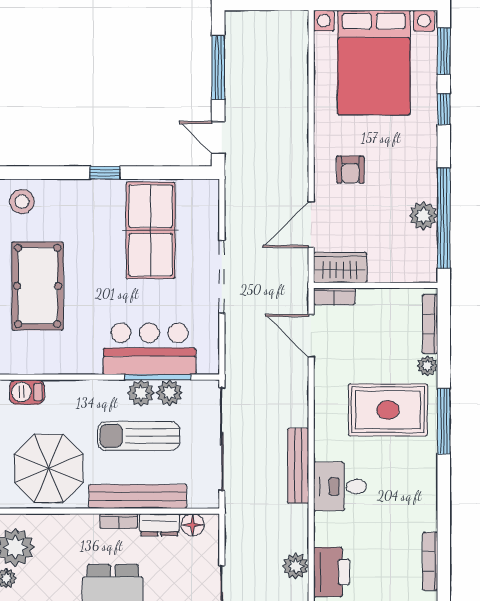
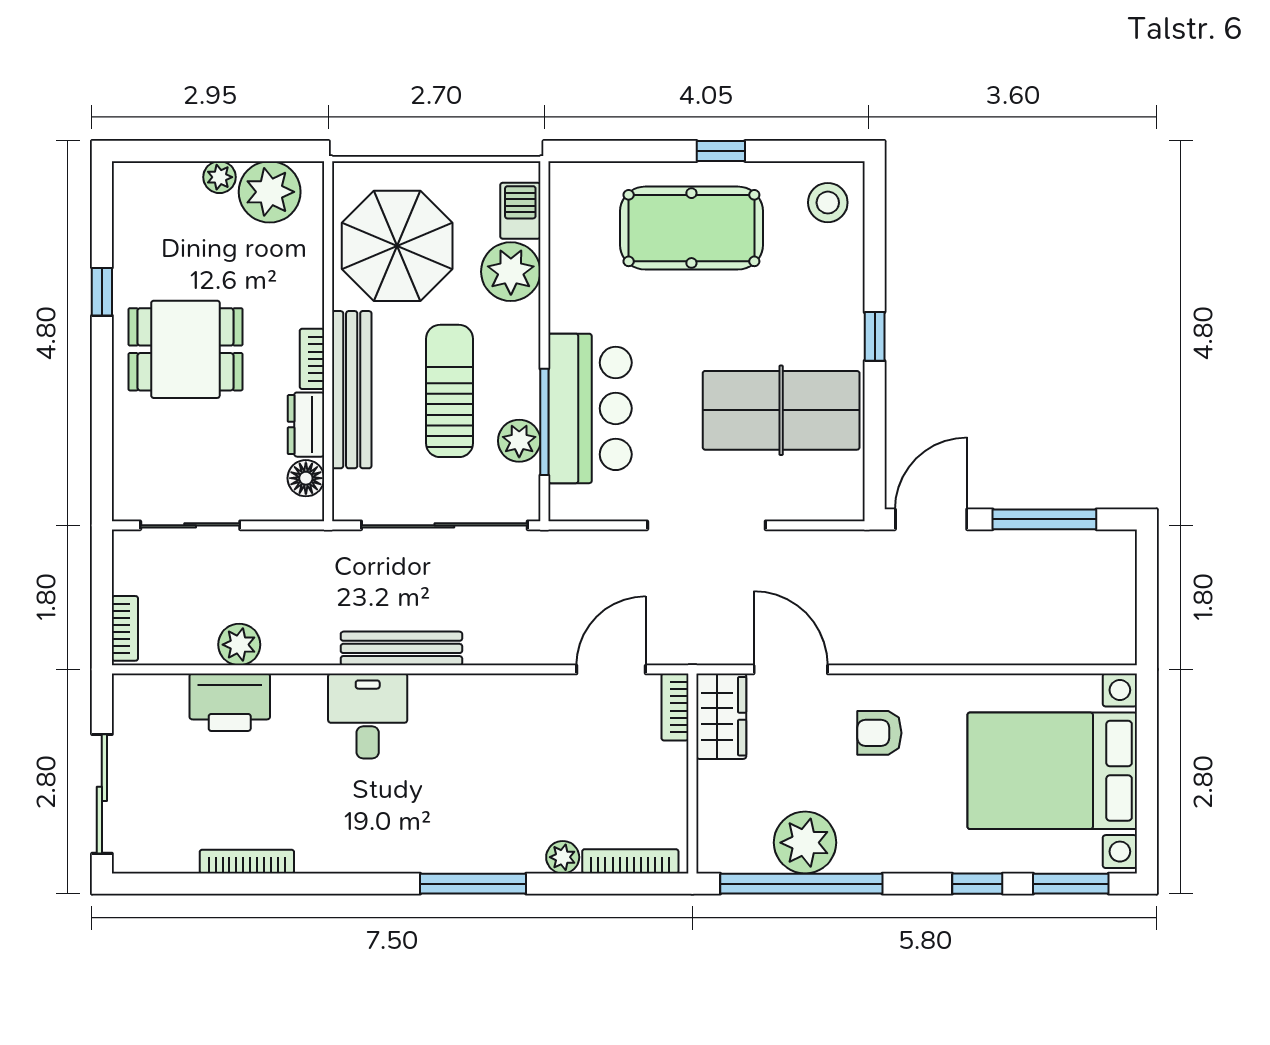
door: (218, 138) -> (931, 519), width x1.38
plant: (423, 216) -> (805, 843), width x1.36, depth x1.36
plant: (141, 393) -> (511, 272), moved, width x1.36, depth x1.36
rug: (388, 410) -> (491, 794), removed

